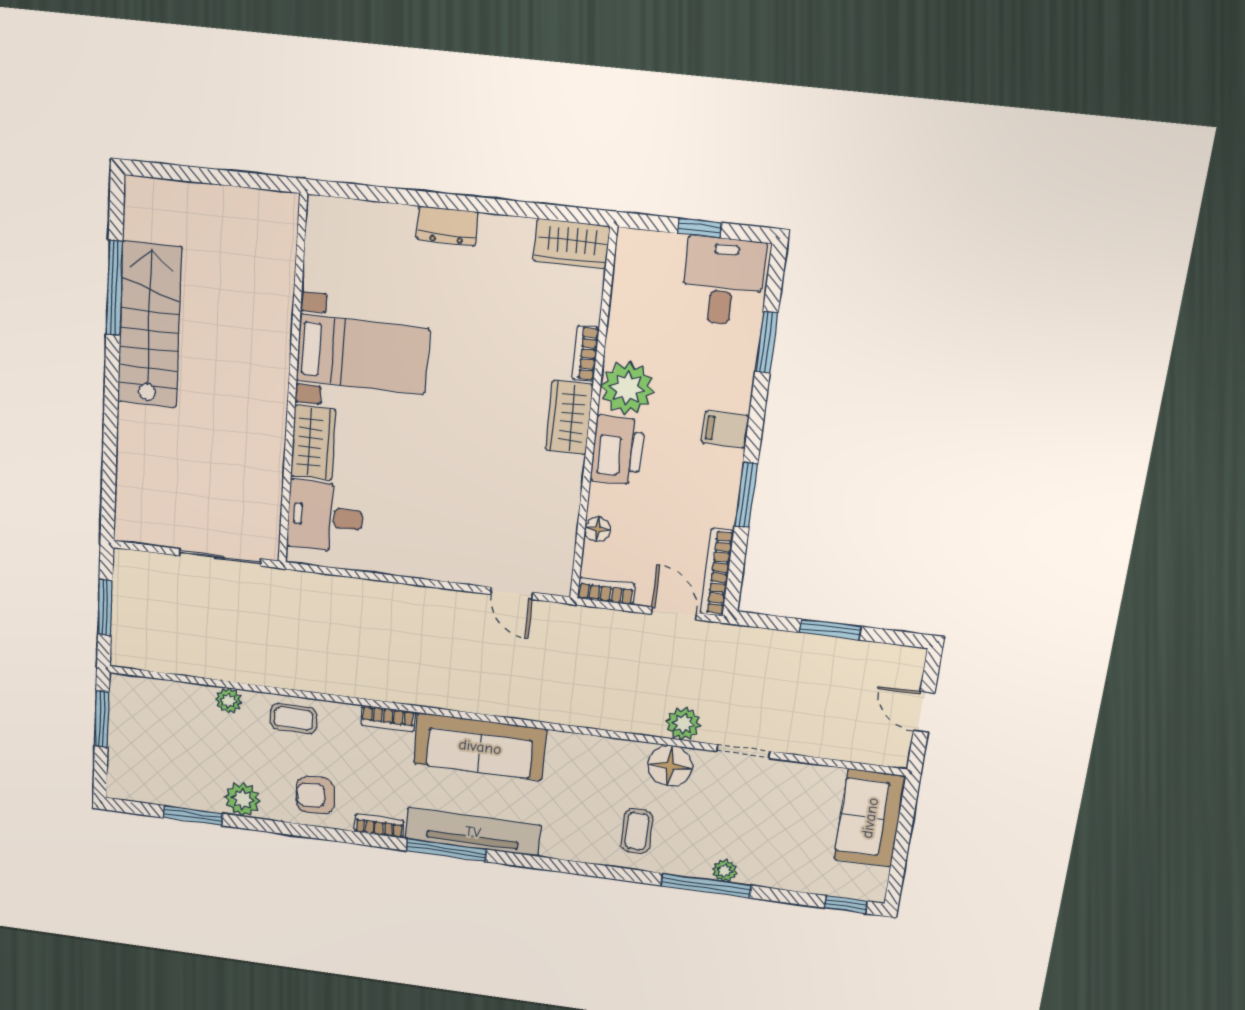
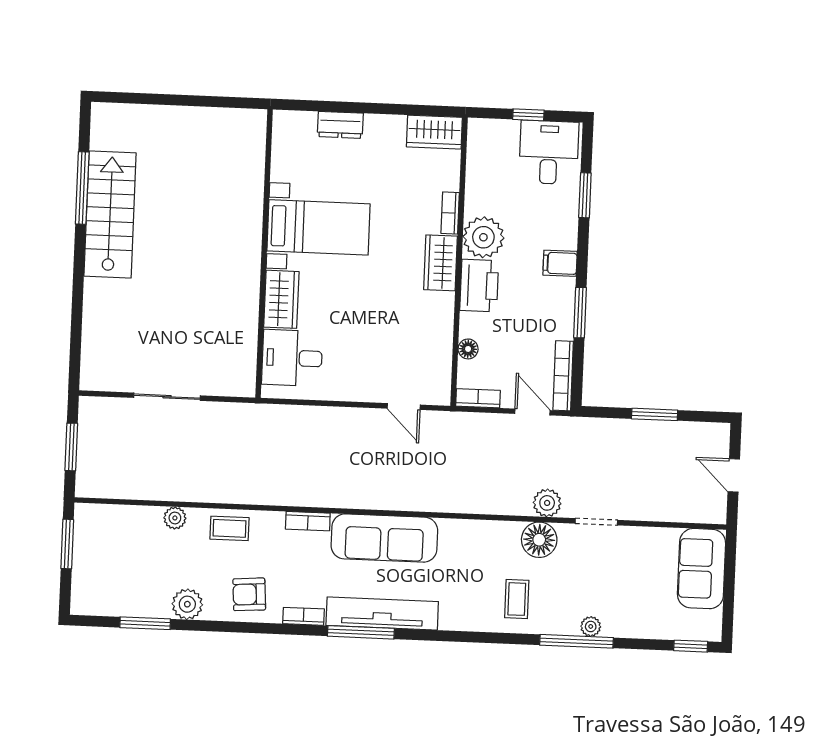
bed with nightstands: (362, 354) -> (319, 227), moved
wall: (293, 383) -> (264, 254), moved
wardrobe: (313, 443) -> (281, 299), moved
desk: (325, 517) -> (292, 358), moved

